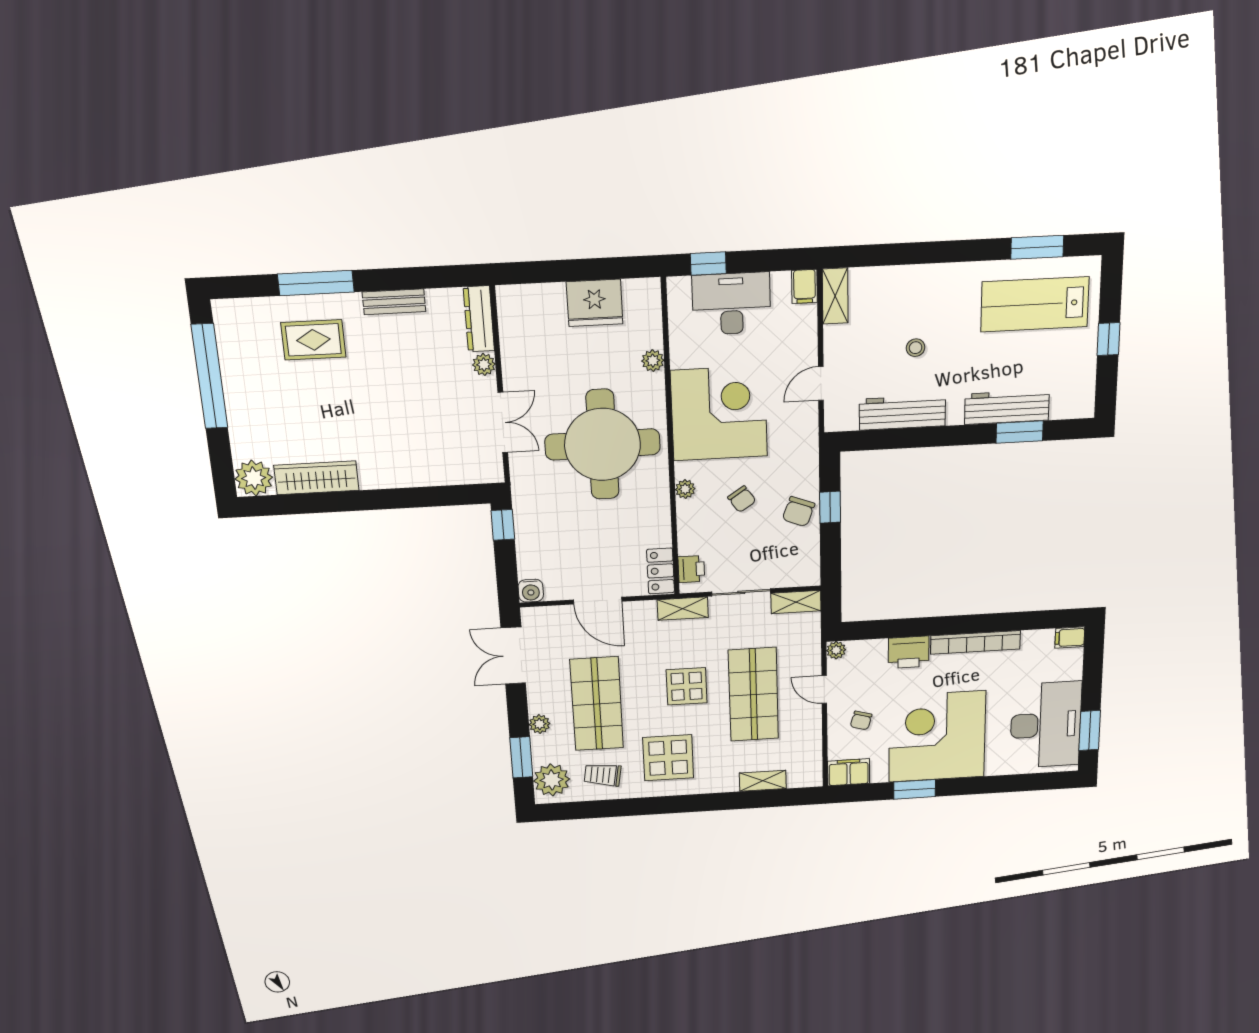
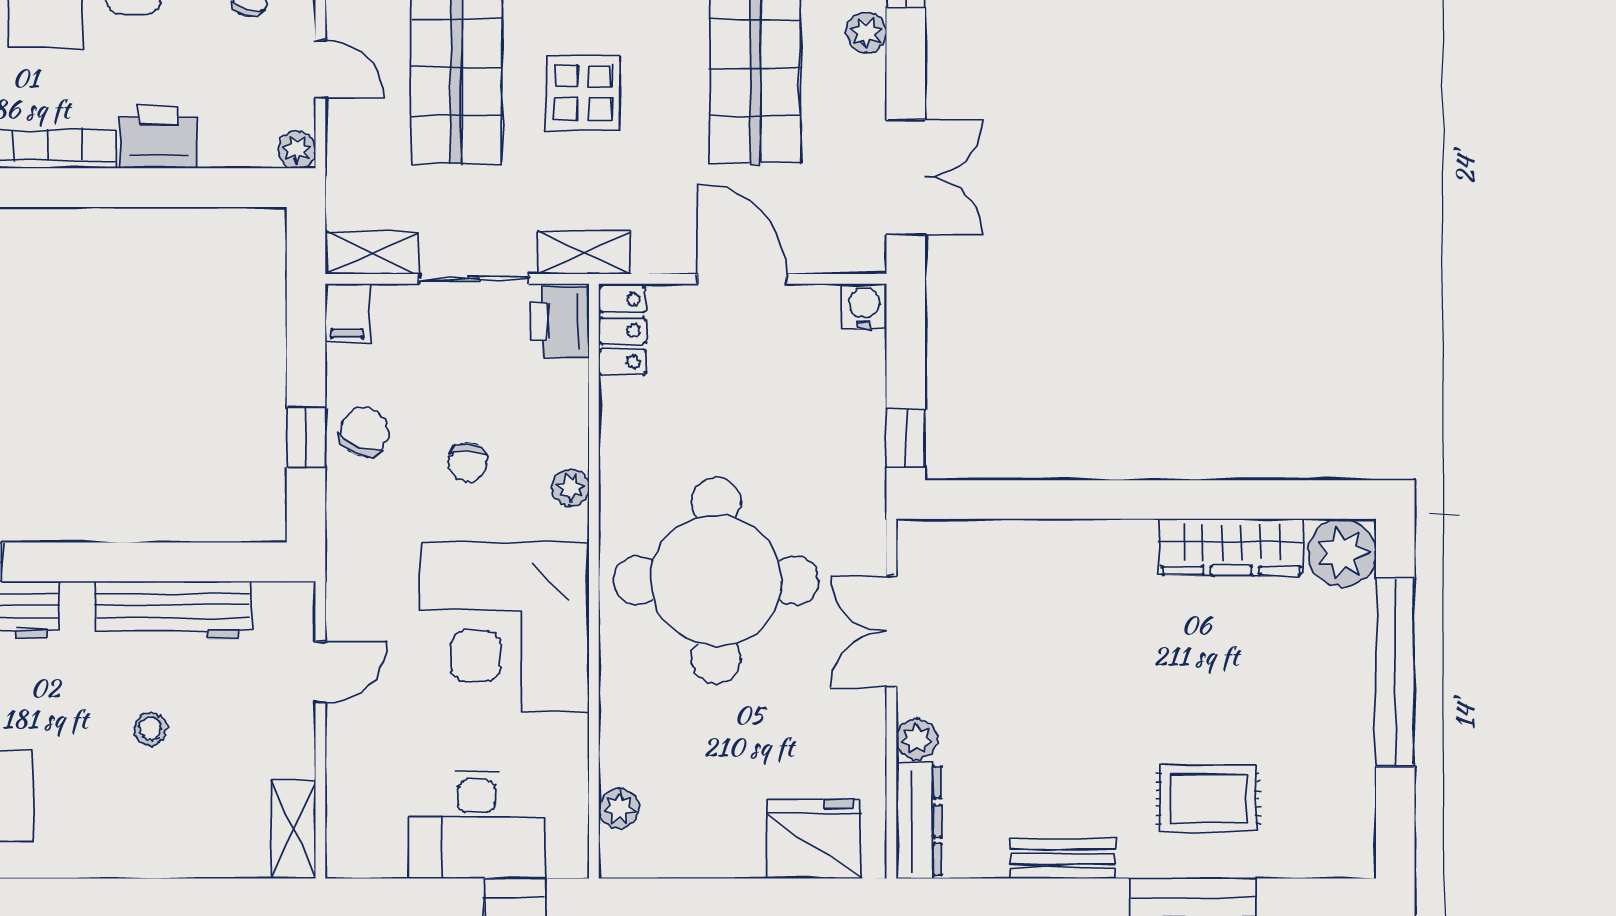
filing cabinet: (804, 286) -> (347, 313), moved, turned 180
fridge: (595, 303) -> (814, 839), moved
plant: (653, 361) -> (619, 808), moved
window: (209, 376) -> (1395, 672), moved
chair: (742, 499) -> (468, 462), turned -146
printer: (691, 569) -> (560, 321), width x1.36, depth x1.24

